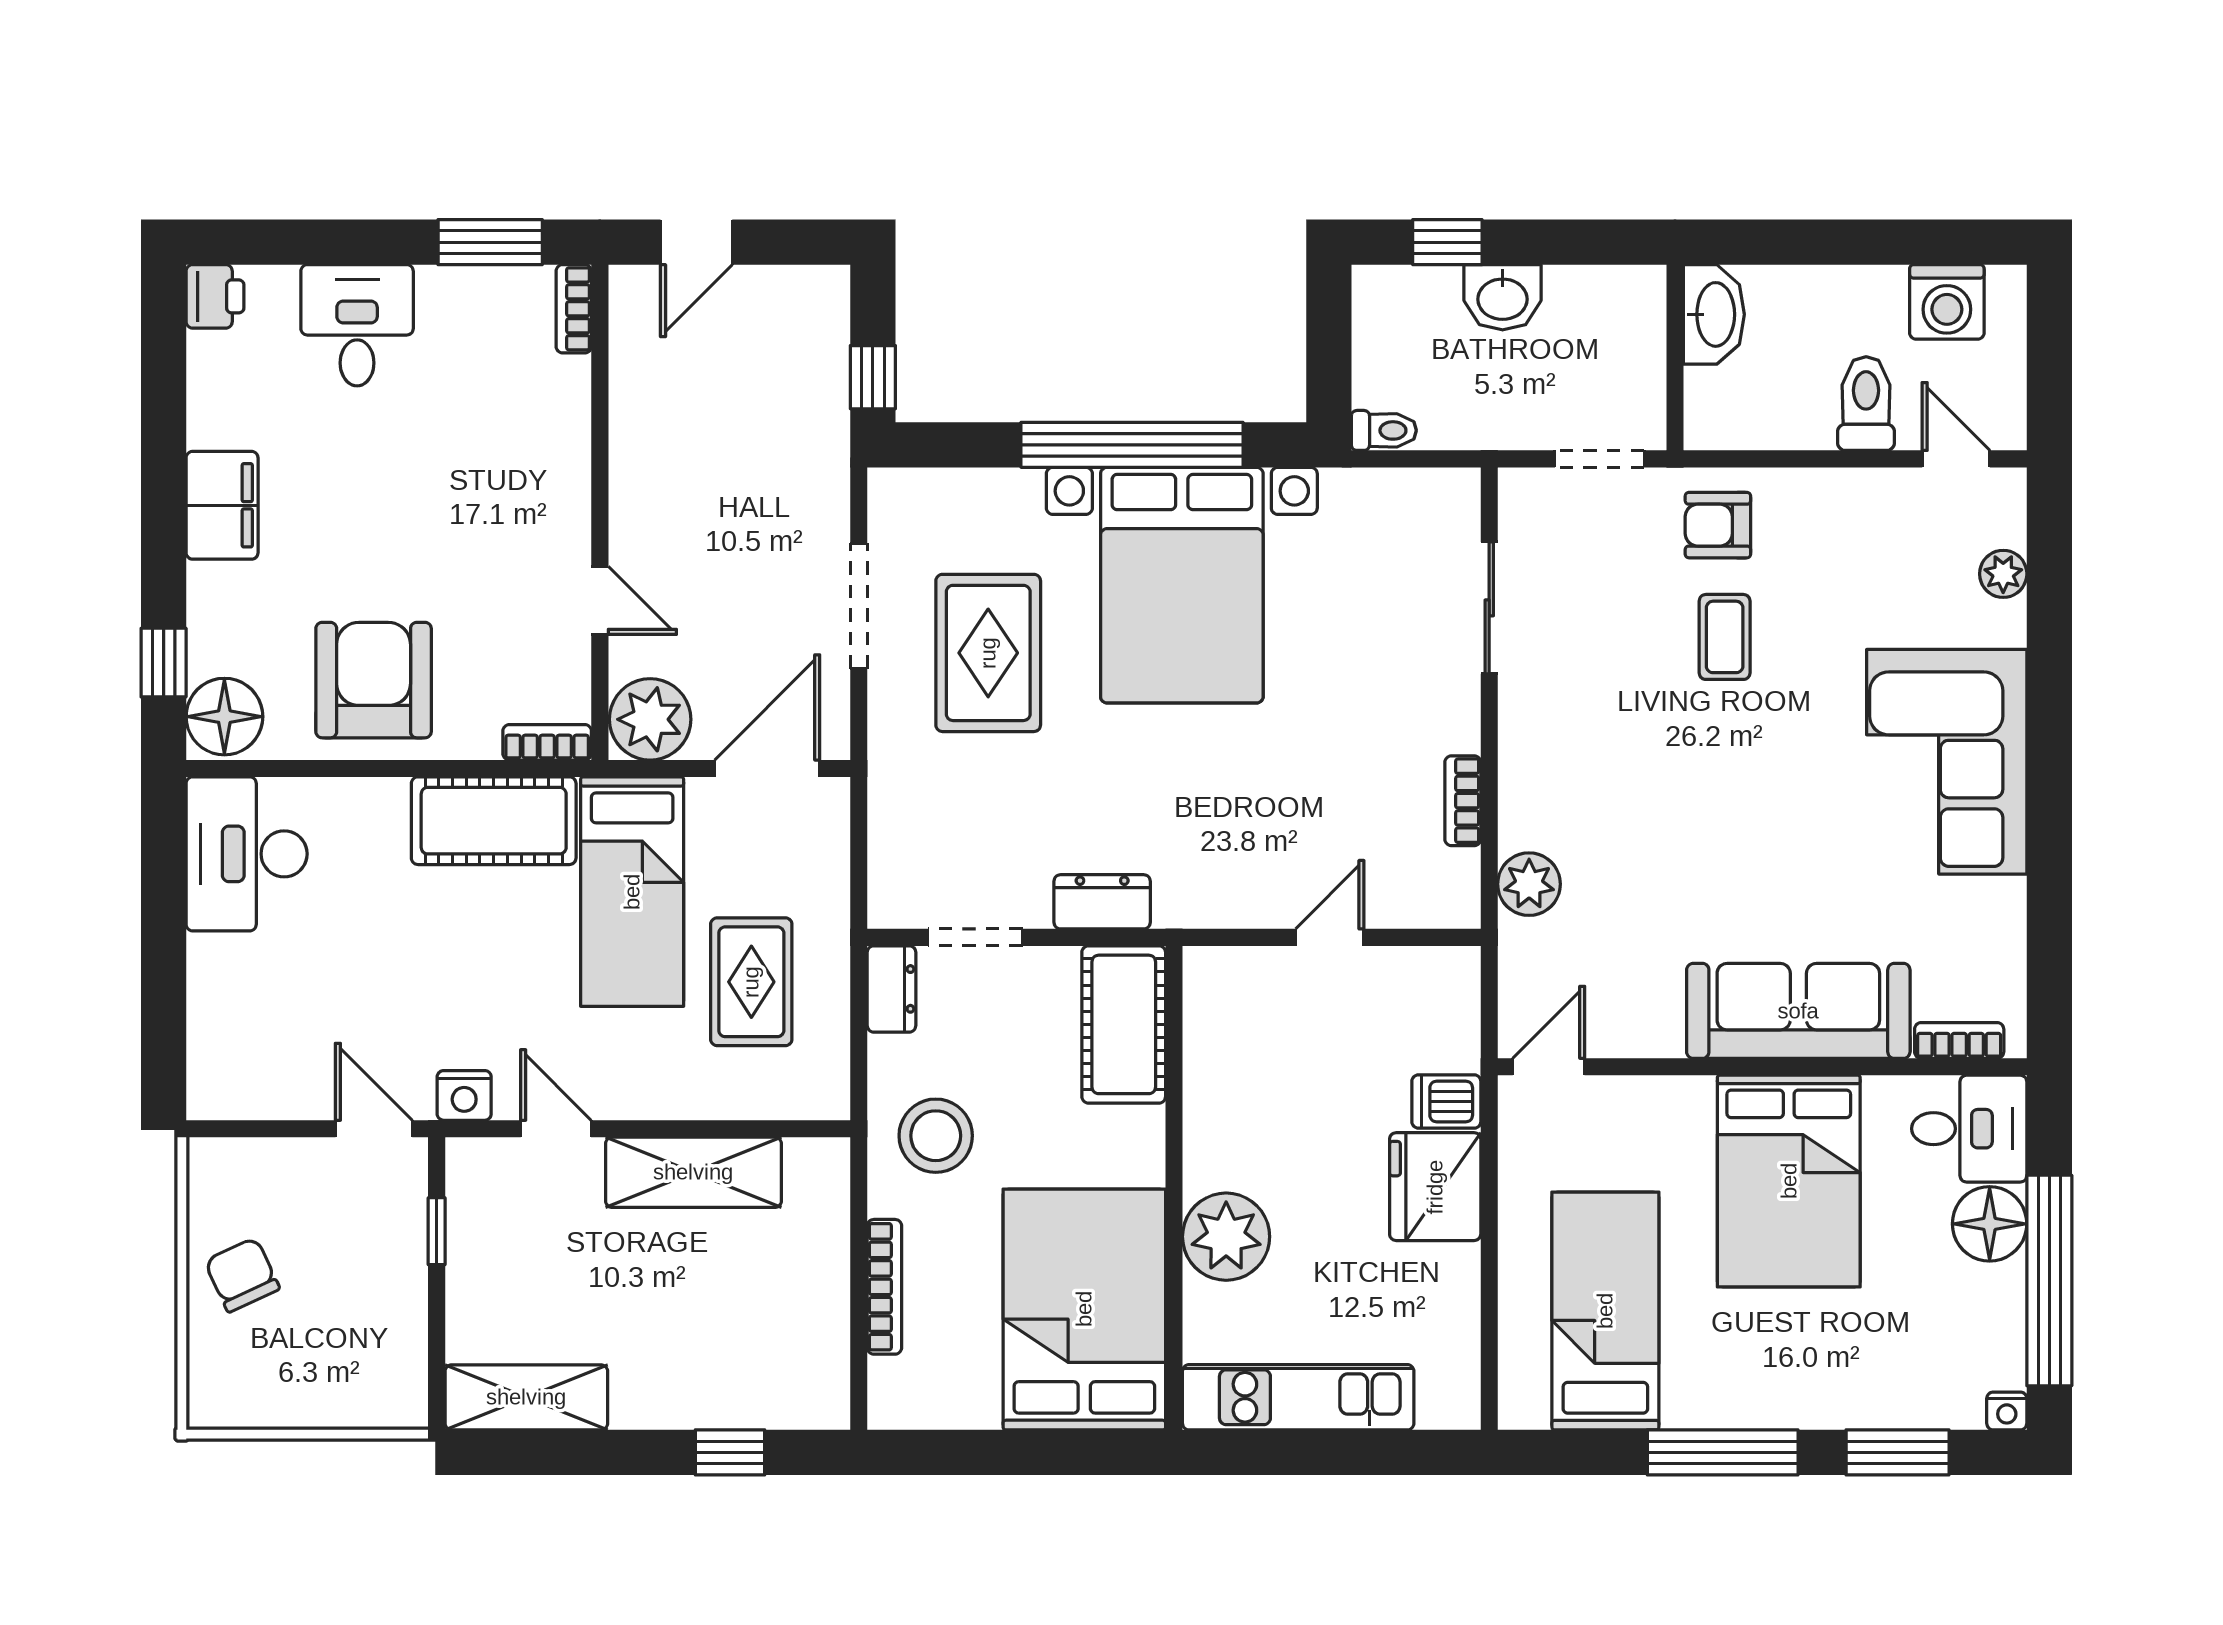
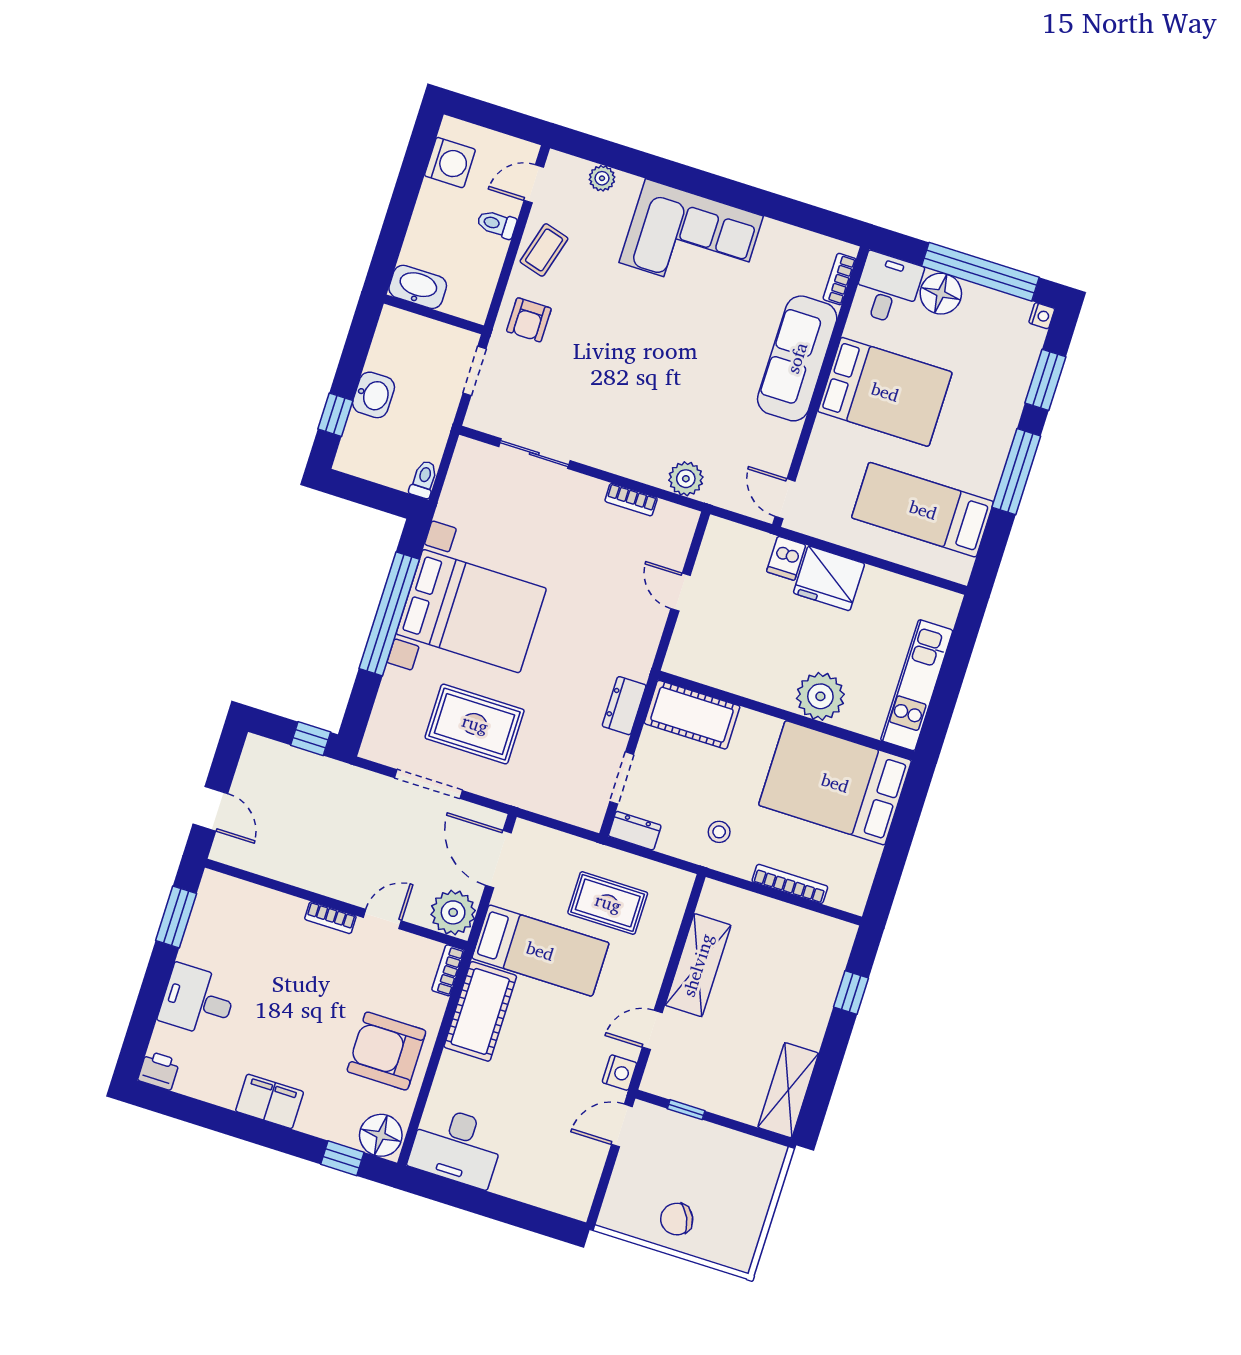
bookcase: (574, 309) -> (330, 918), moved
toilet: (1866, 404) -> (497, 224), width x0.73, depth x0.72
coffee table: (1725, 637) -> (544, 250), moved, turned -74
stool: (936, 1136) -> (719, 832), width x0.53, depth x0.53

